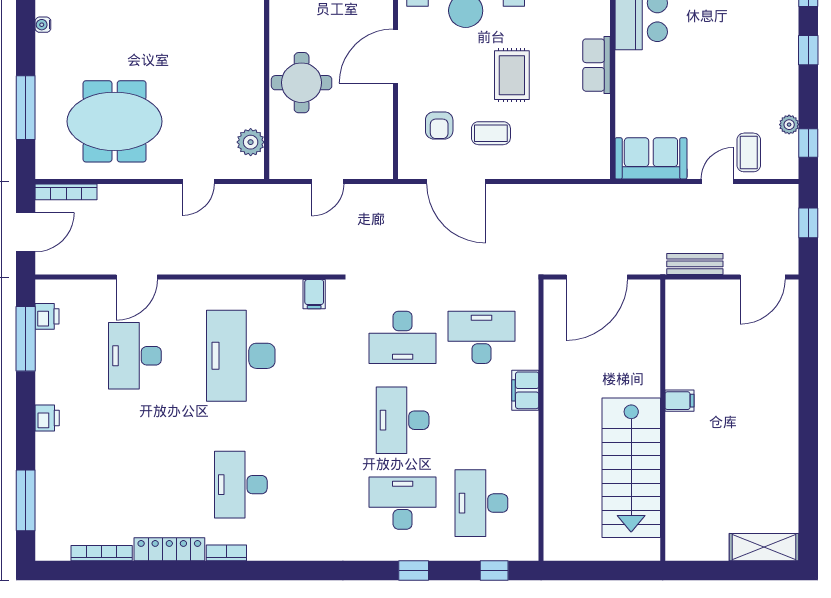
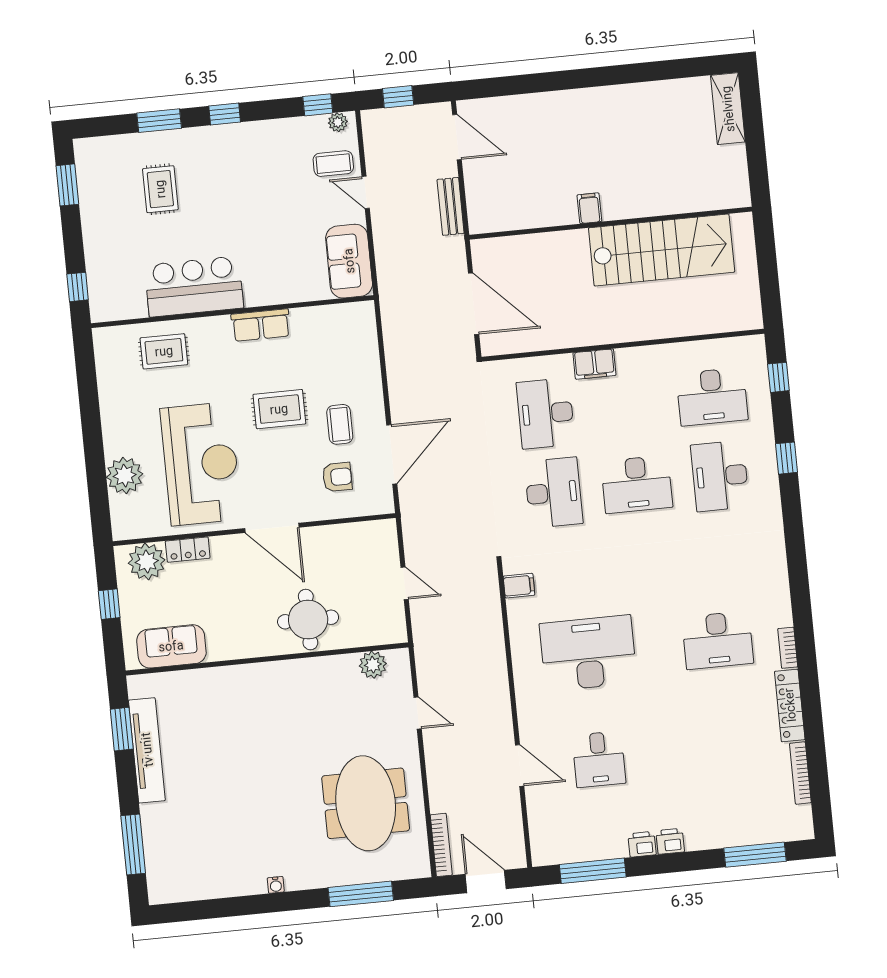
plant: (789, 125) -> (338, 122), moved
printer: (47, 316) -> (642, 844), moved
desk: (135, 356) -> (599, 759), width x0.73
desk: (241, 356) -> (588, 653), turned 180

